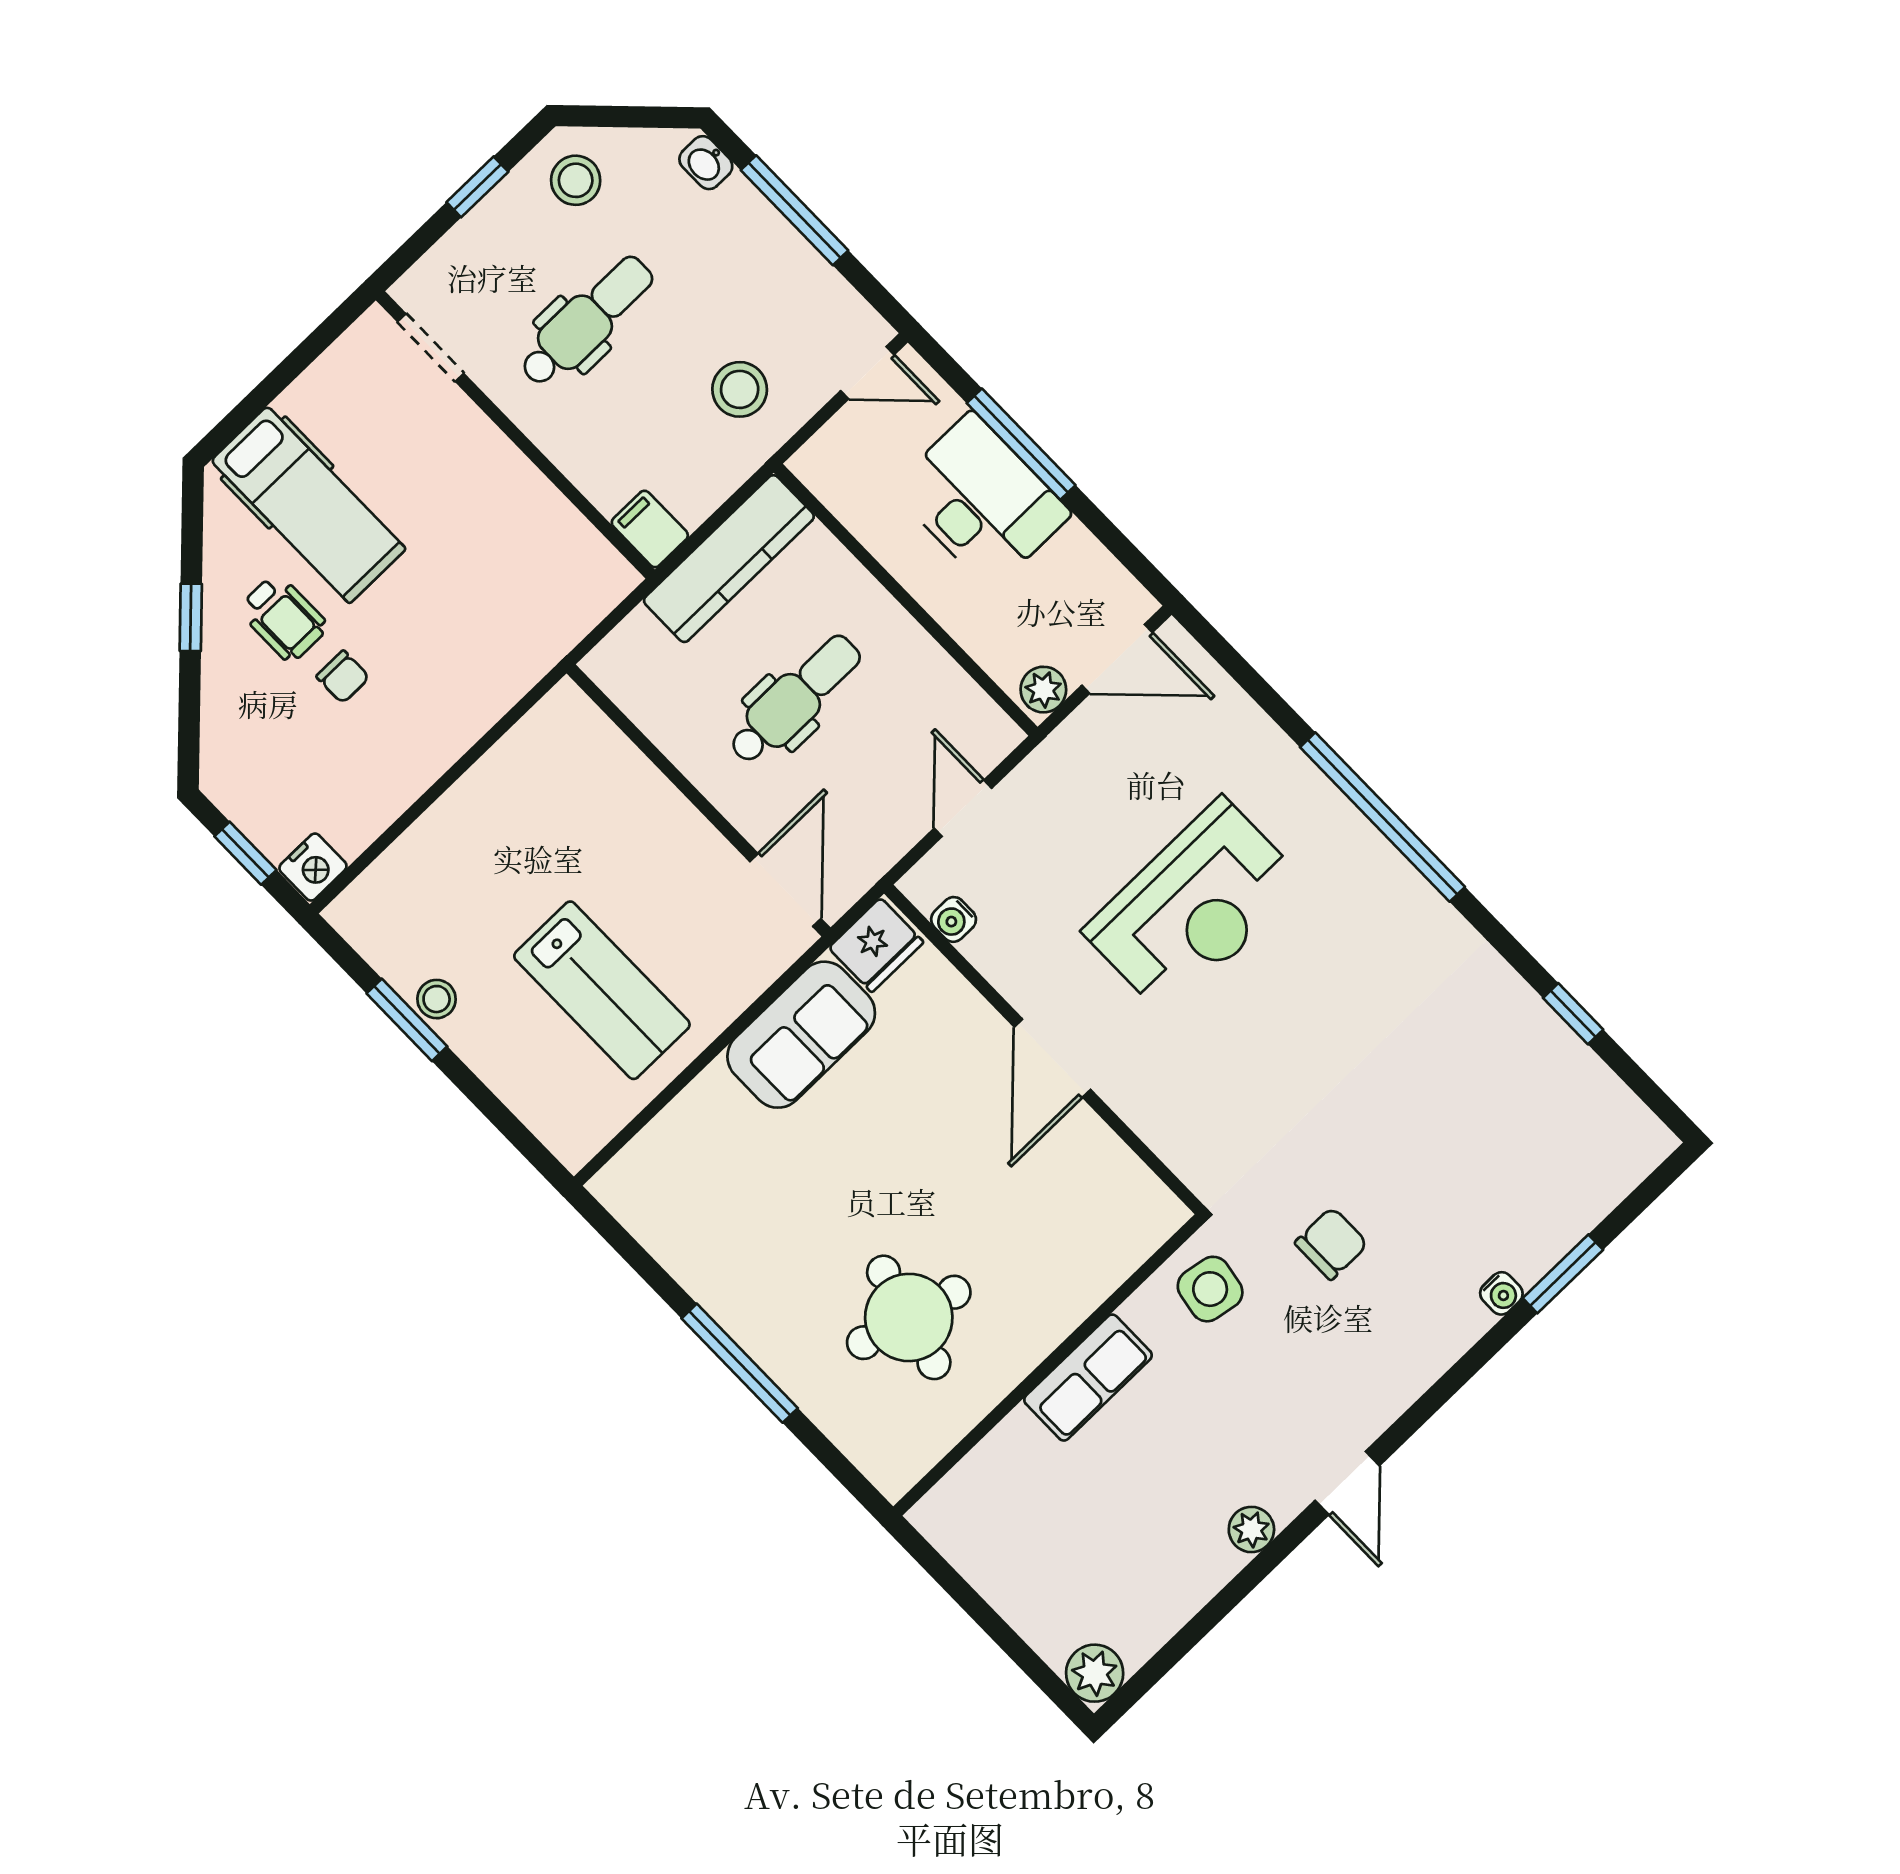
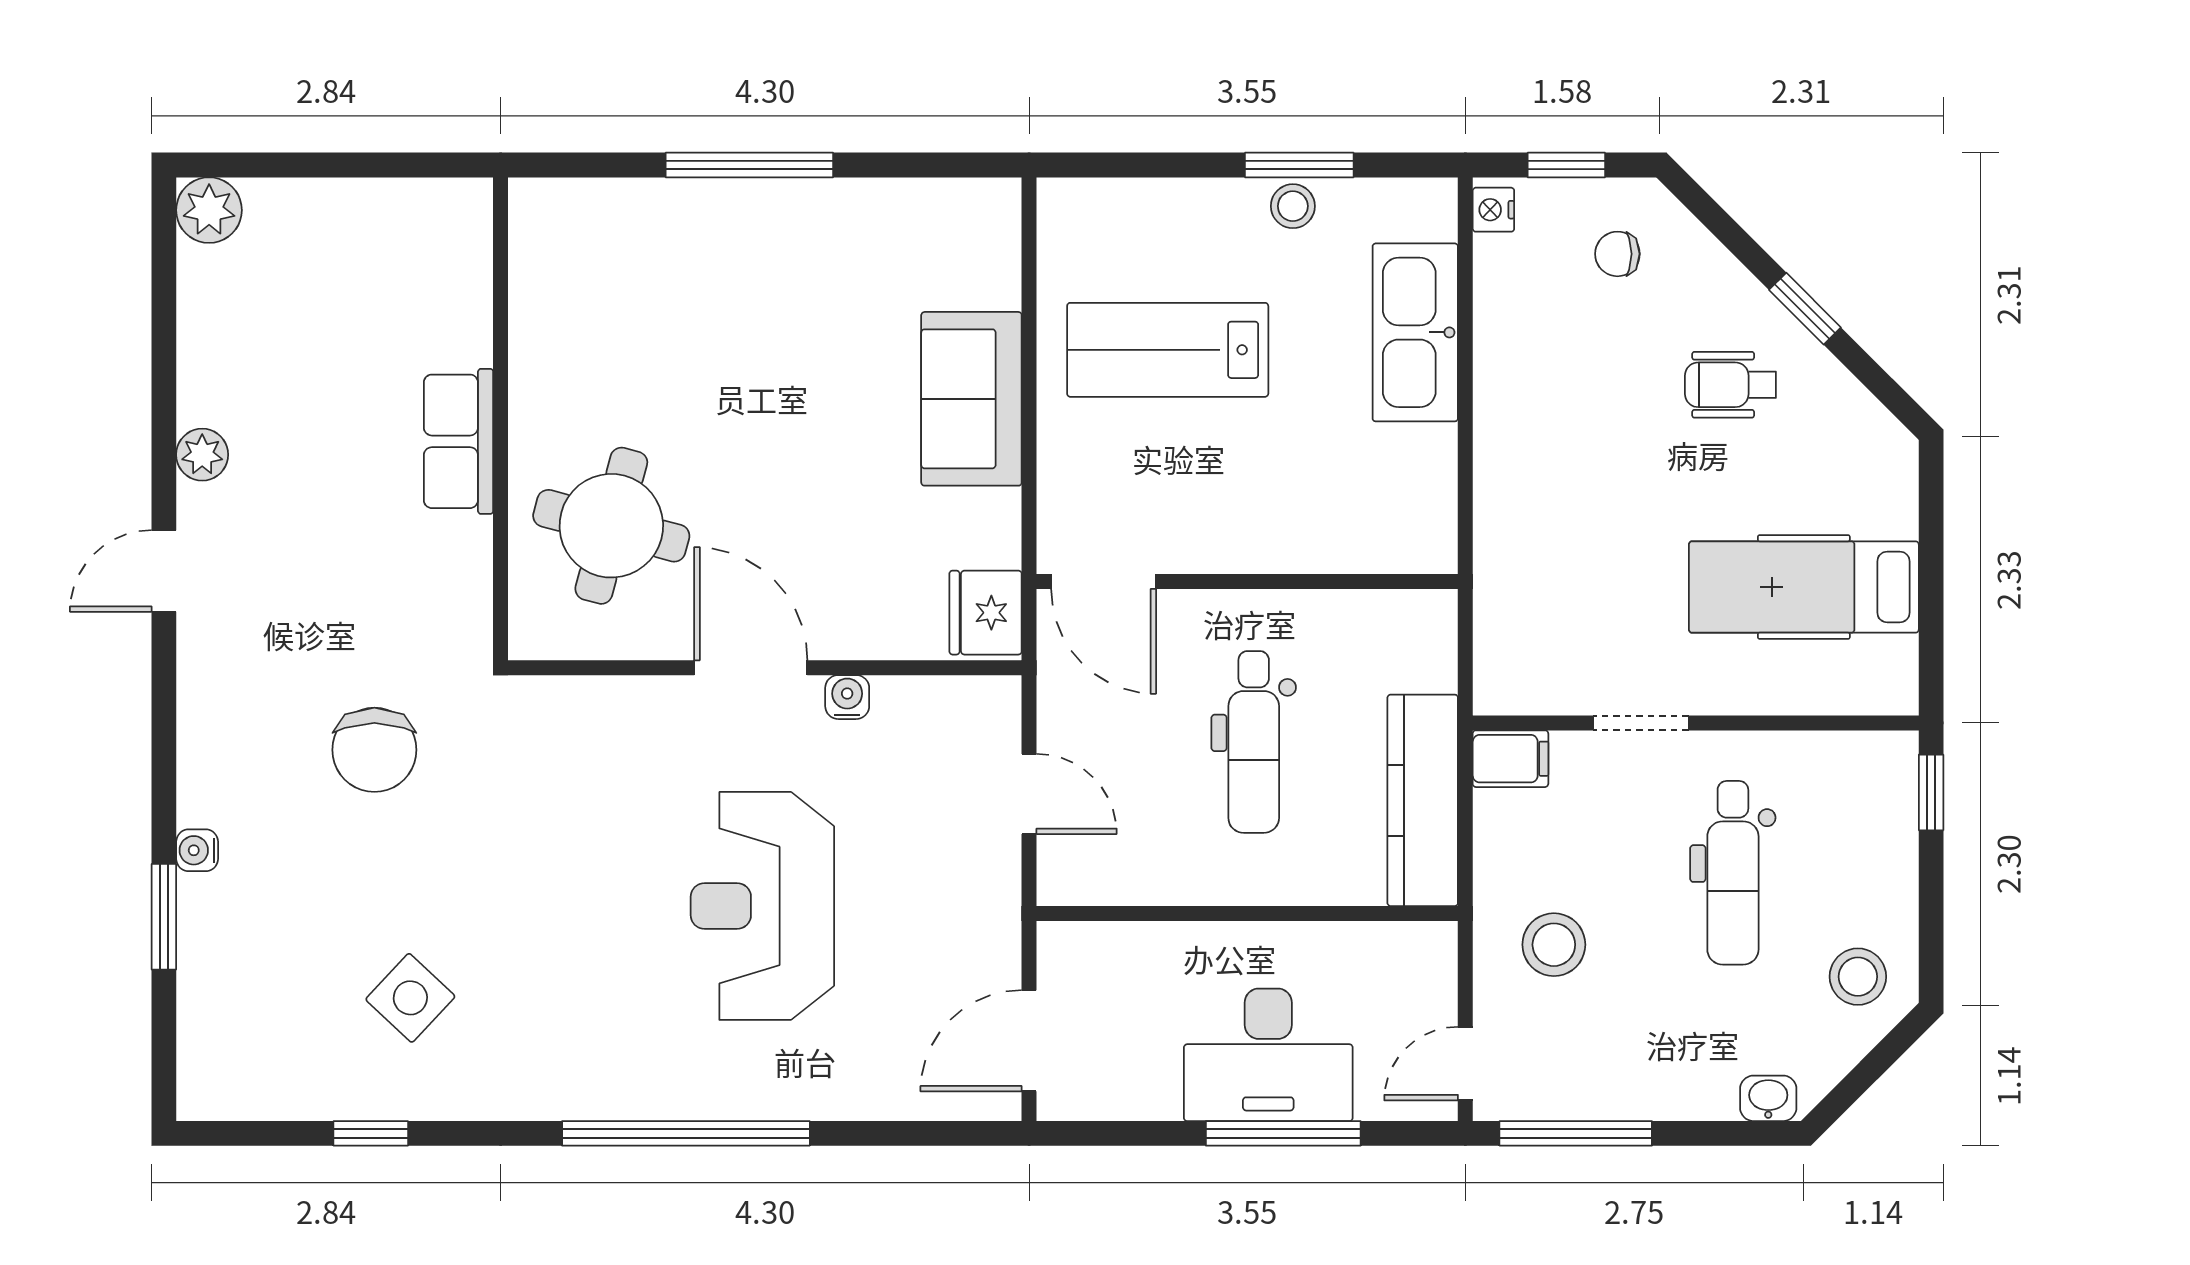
window: (477, 187) -> (1931, 792), moved
window: (794, 210) -> (1576, 1133), moved
doorway: (431, 348) -> (1641, 723), moved
hospital bed: (308, 505) -> (1804, 587), moved
chair: (343, 677) -> (1617, 254), moved
plant: (1043, 690) -> (1063, 955), removed
kitchen sink: (441, 846) -> (1415, 332), added
nightstand: (313, 867) -> (1493, 210), width x0.72, depth x0.74
water cooler: (954, 919) -> (847, 697), moved
sofa: (801, 1035) -> (971, 399), moved
chair: (1331, 1243) -> (374, 750), width x1.37, depth x1.37
side table: (1210, 1289) -> (410, 998), moved, turned 33
round table: (909, 1317) -> (611, 526), moved
door: (1347, 1483) -> (164, 571), hinge flipped

